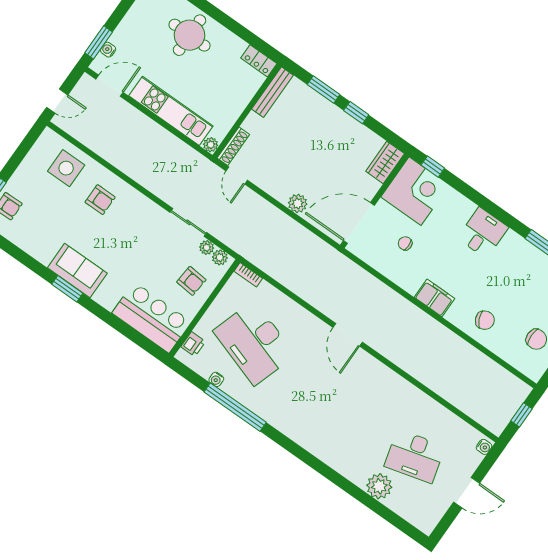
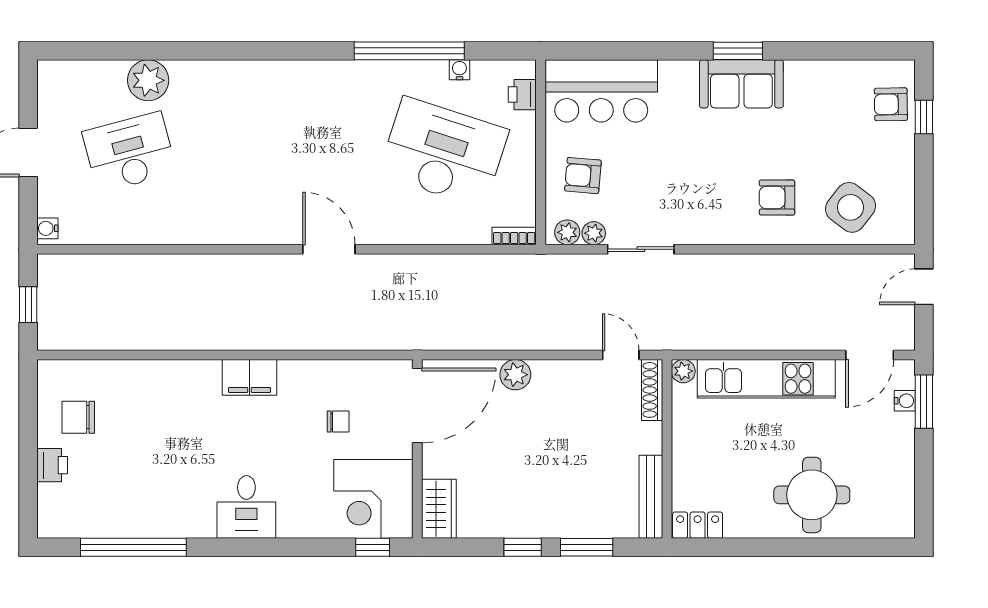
side table: (66, 168) -> (851, 207), turned 38
chair: (485, 320) -> (163, 395), removed

